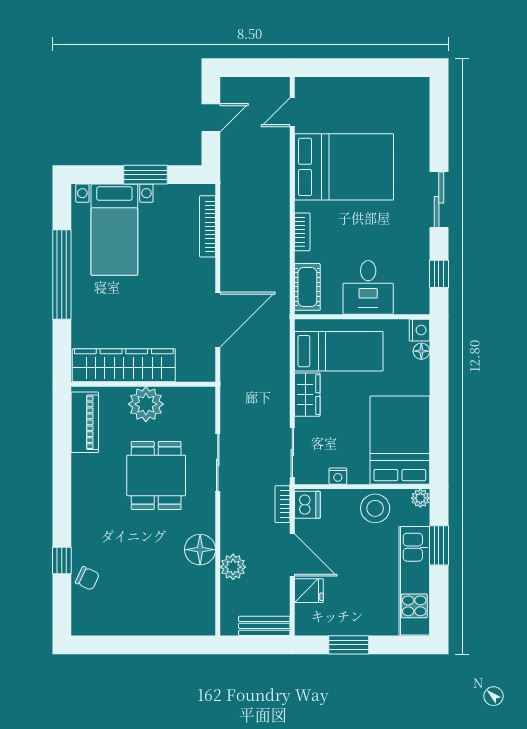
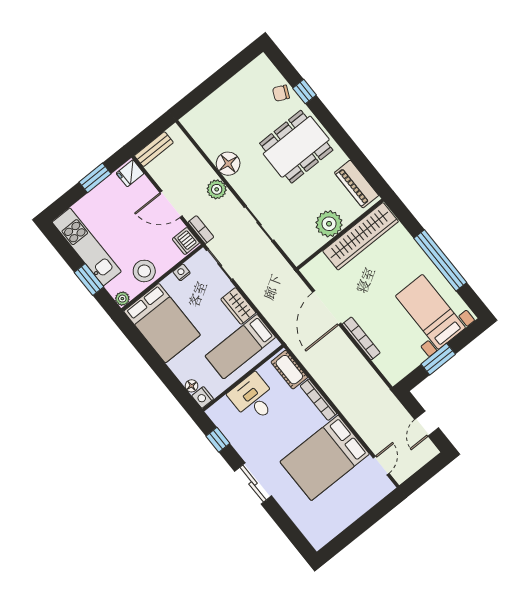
bookcase: (208, 226) -> (361, 338), moved
bookcase: (302, 232) -> (319, 400), width x1.56
dining table: (156, 476) -> (296, 147), moved, width x1.37
plant: (233, 567) -> (217, 189), moved
fridge: (309, 591) -> (130, 173), moved

